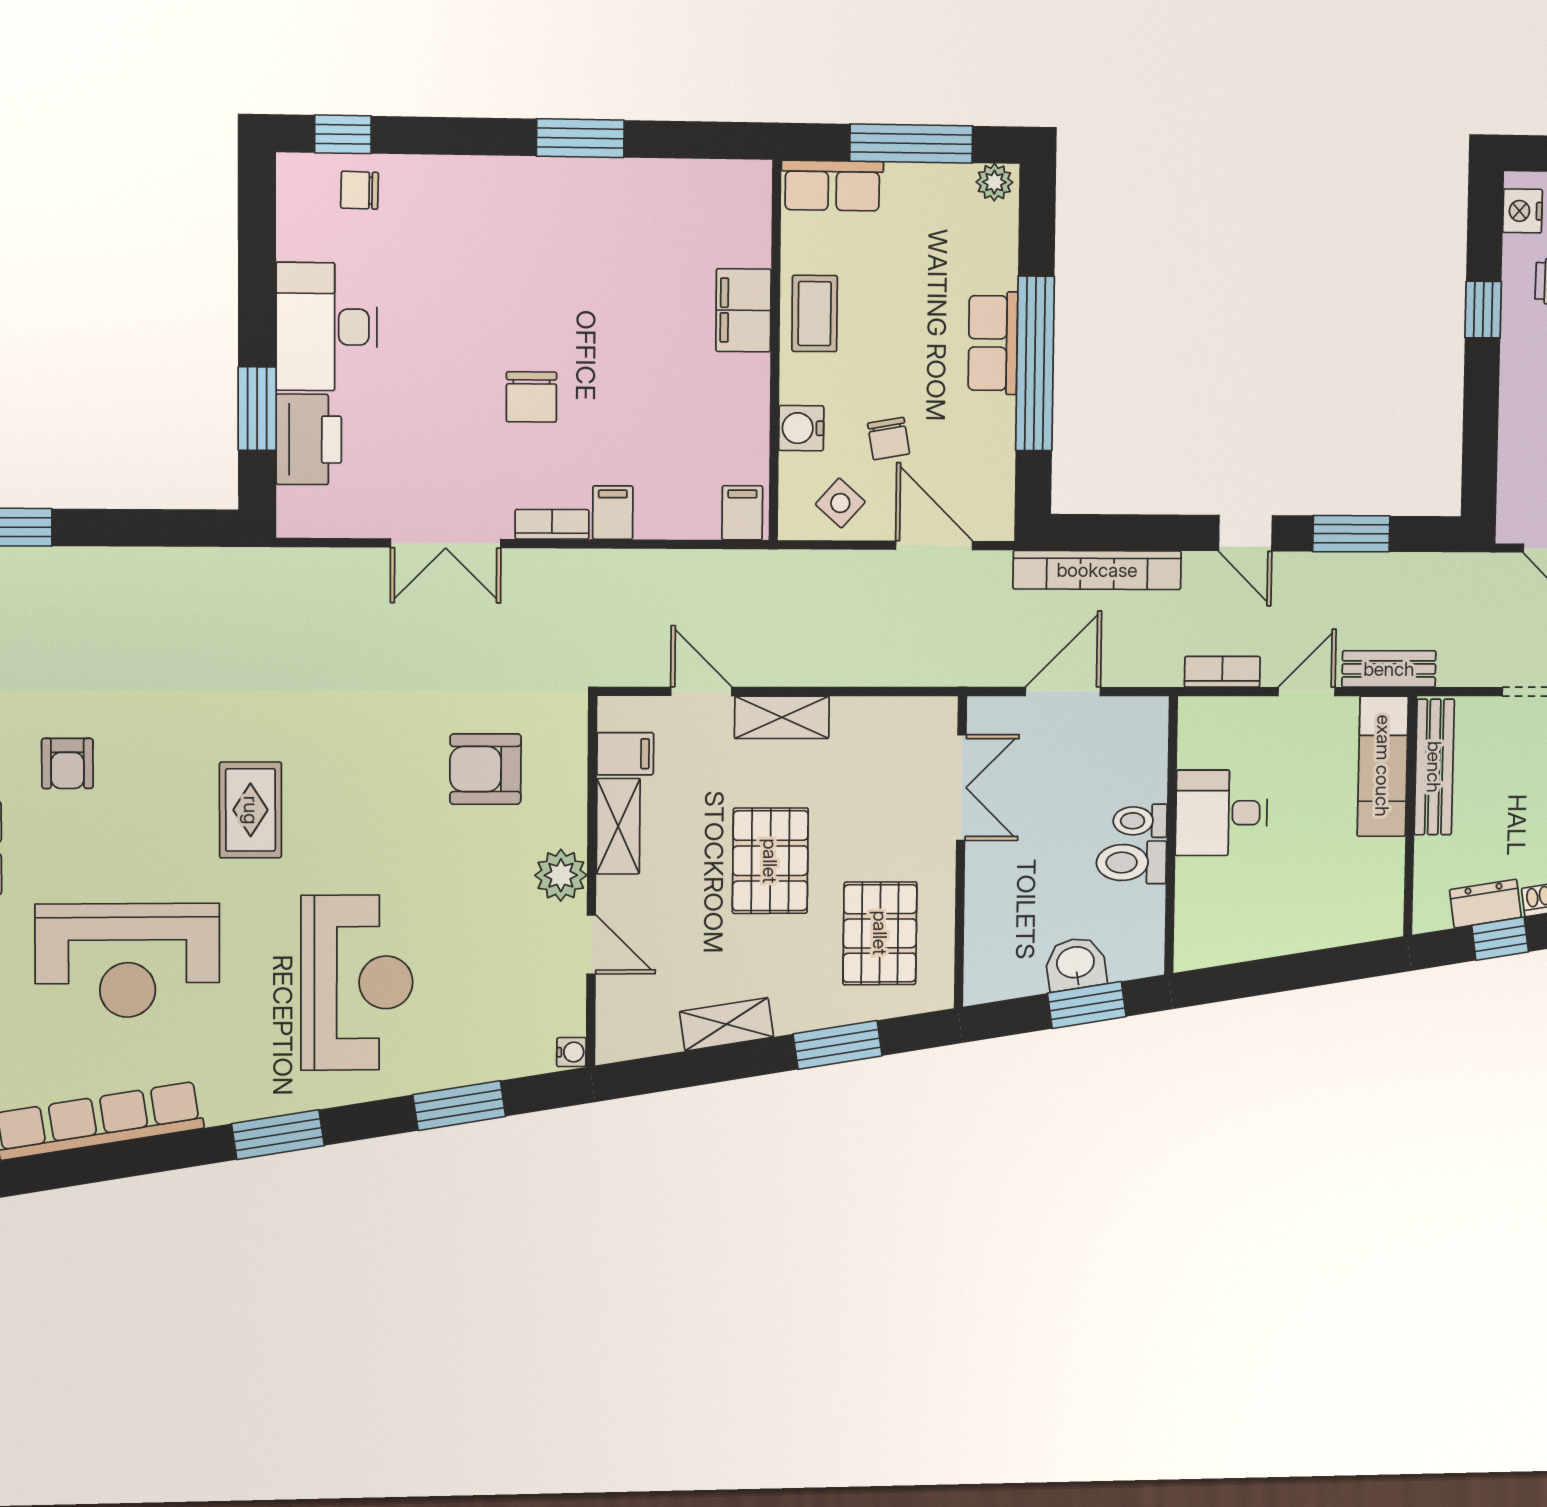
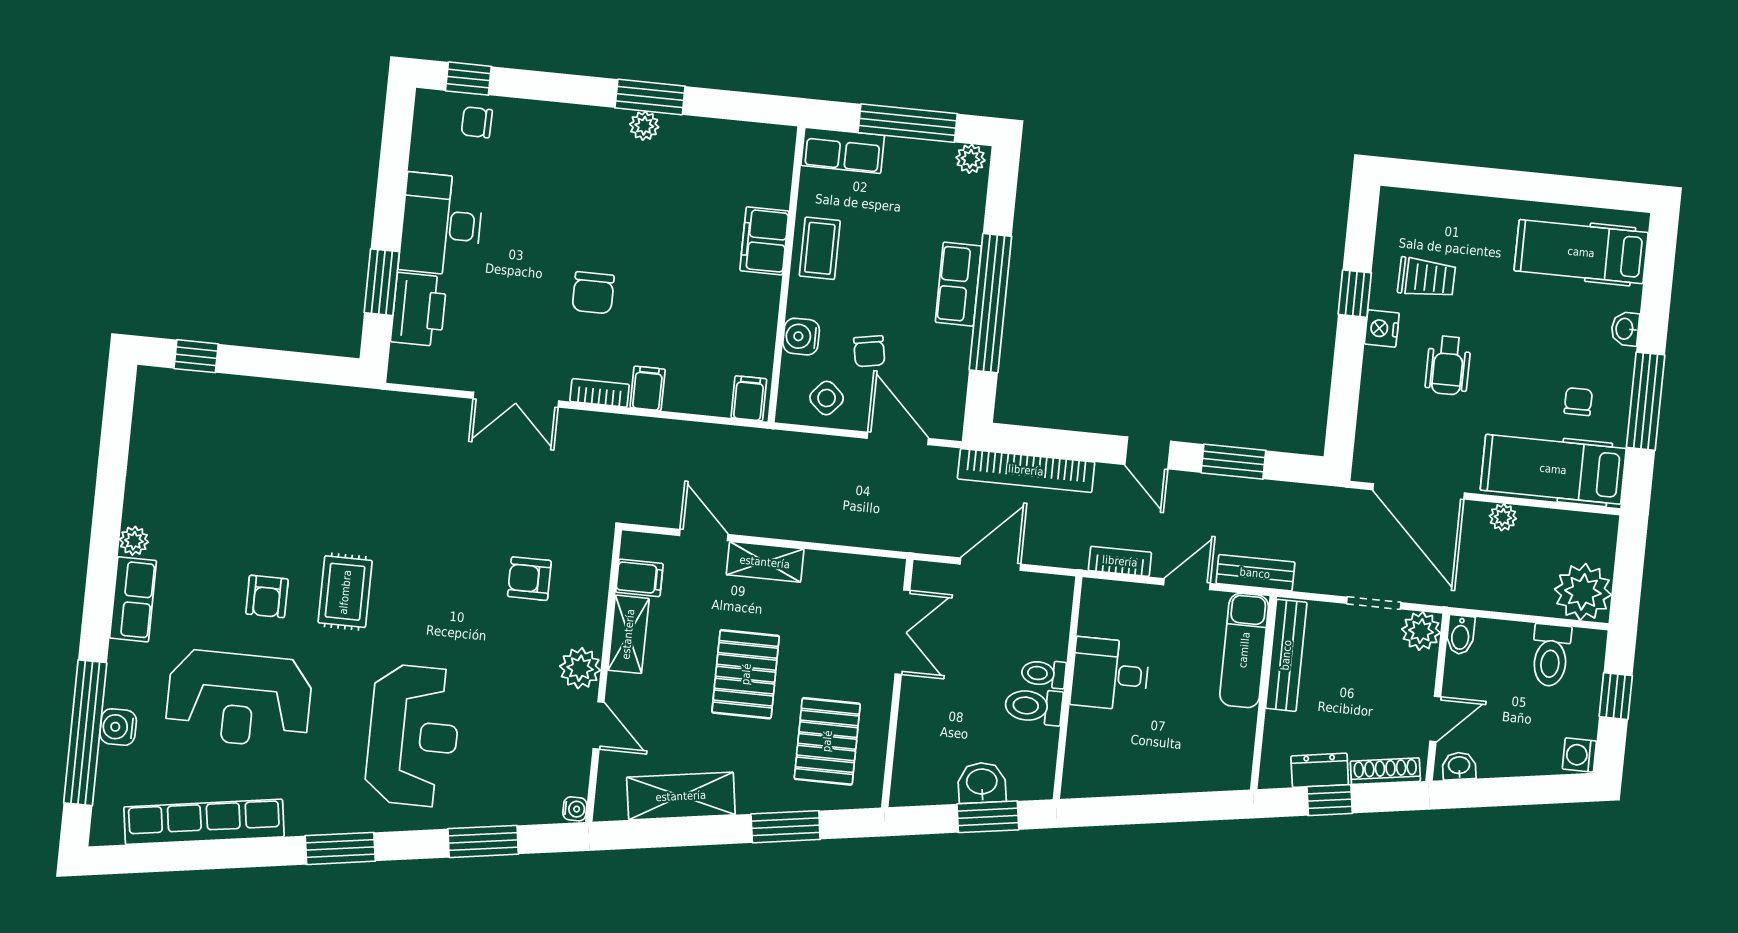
plant: (576, 176) -> (644, 126), added
nightstand: (1523, 211) -> (1382, 328), moved
armchair: (67, 763) -> (267, 596), moved
armchair: (485, 769) -> (529, 579), width x0.72, depth x0.72
shelving: (727, 1024) -> (681, 796), width x1.50, depth x1.33

